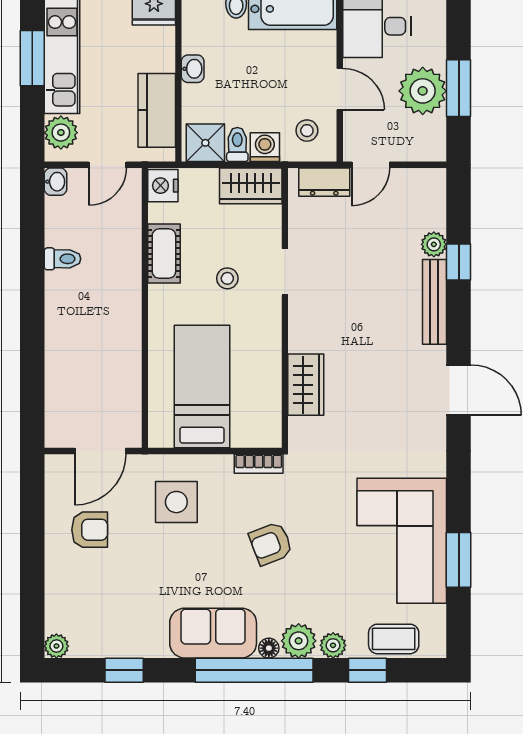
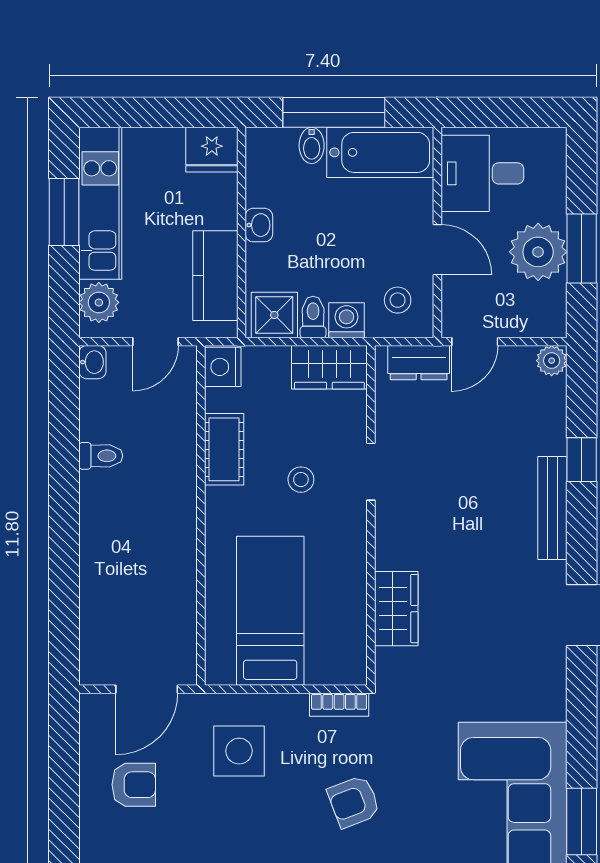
plant: (434, 244) -> (552, 361), moved

